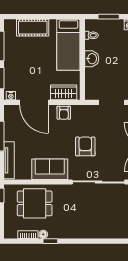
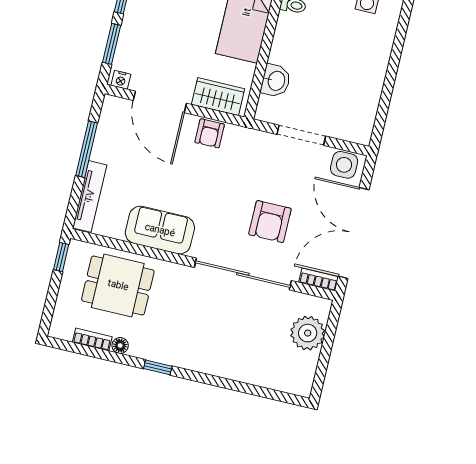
washbasin: (92, 59) -> (276, 81), moved
armchair: (85, 146) -> (270, 222), moved, turned 180
window: (50, 241) -> (158, 367), moved

